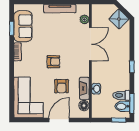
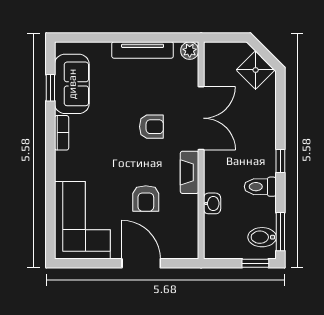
plant: (84, 19) -> (190, 51), moved
armchair: (53, 62) -> (151, 127), moved
fireplace: (84, 88) -> (189, 172), moved
toilet: (121, 95) -> (260, 187), moved
floor lamp: (84, 106) -> (189, 236), removed
door: (59, 120) -> (141, 263), hinge flipped

